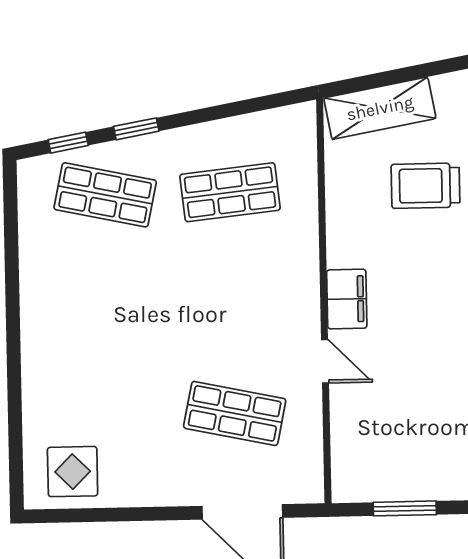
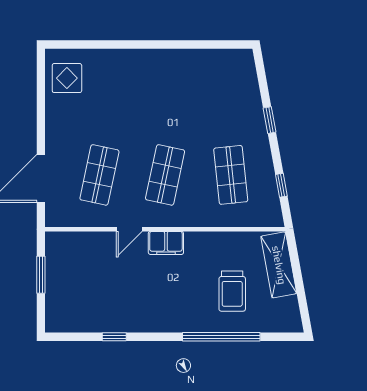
window: (68, 143) -> (281, 185), moved
trolley: (426, 186) -> (232, 291), turned 180
shop shelf: (105, 195) -> (165, 175), moved

